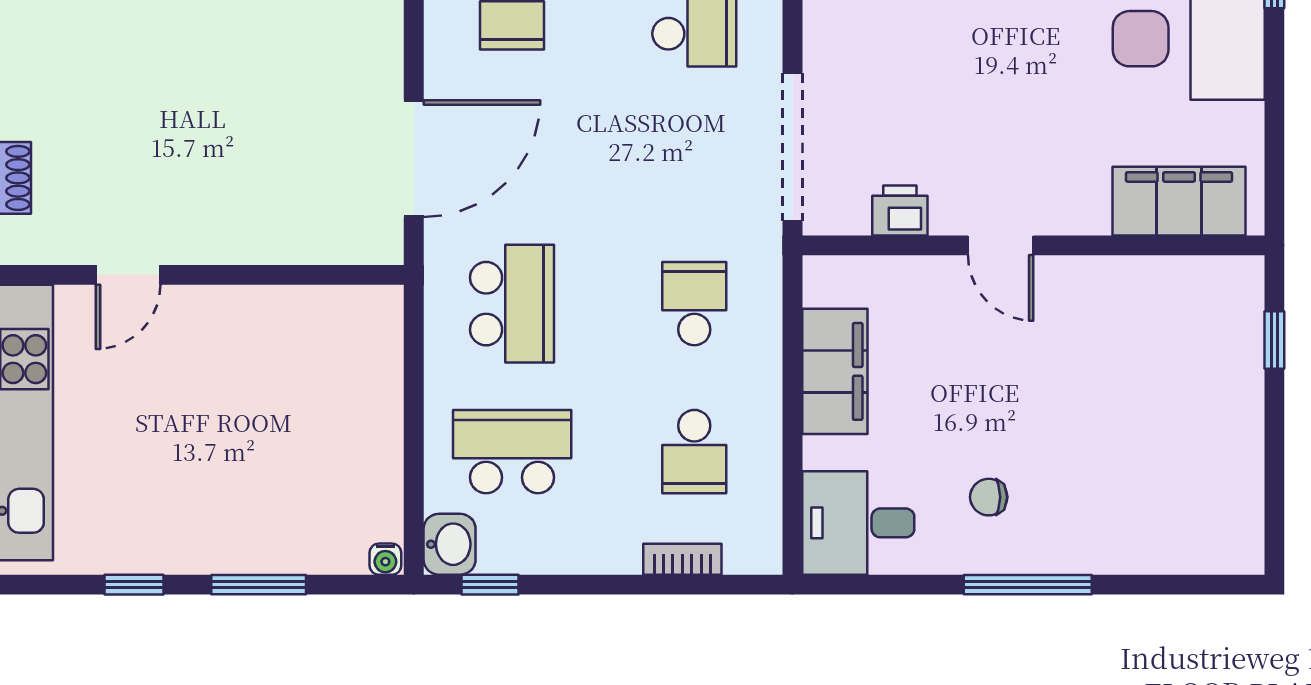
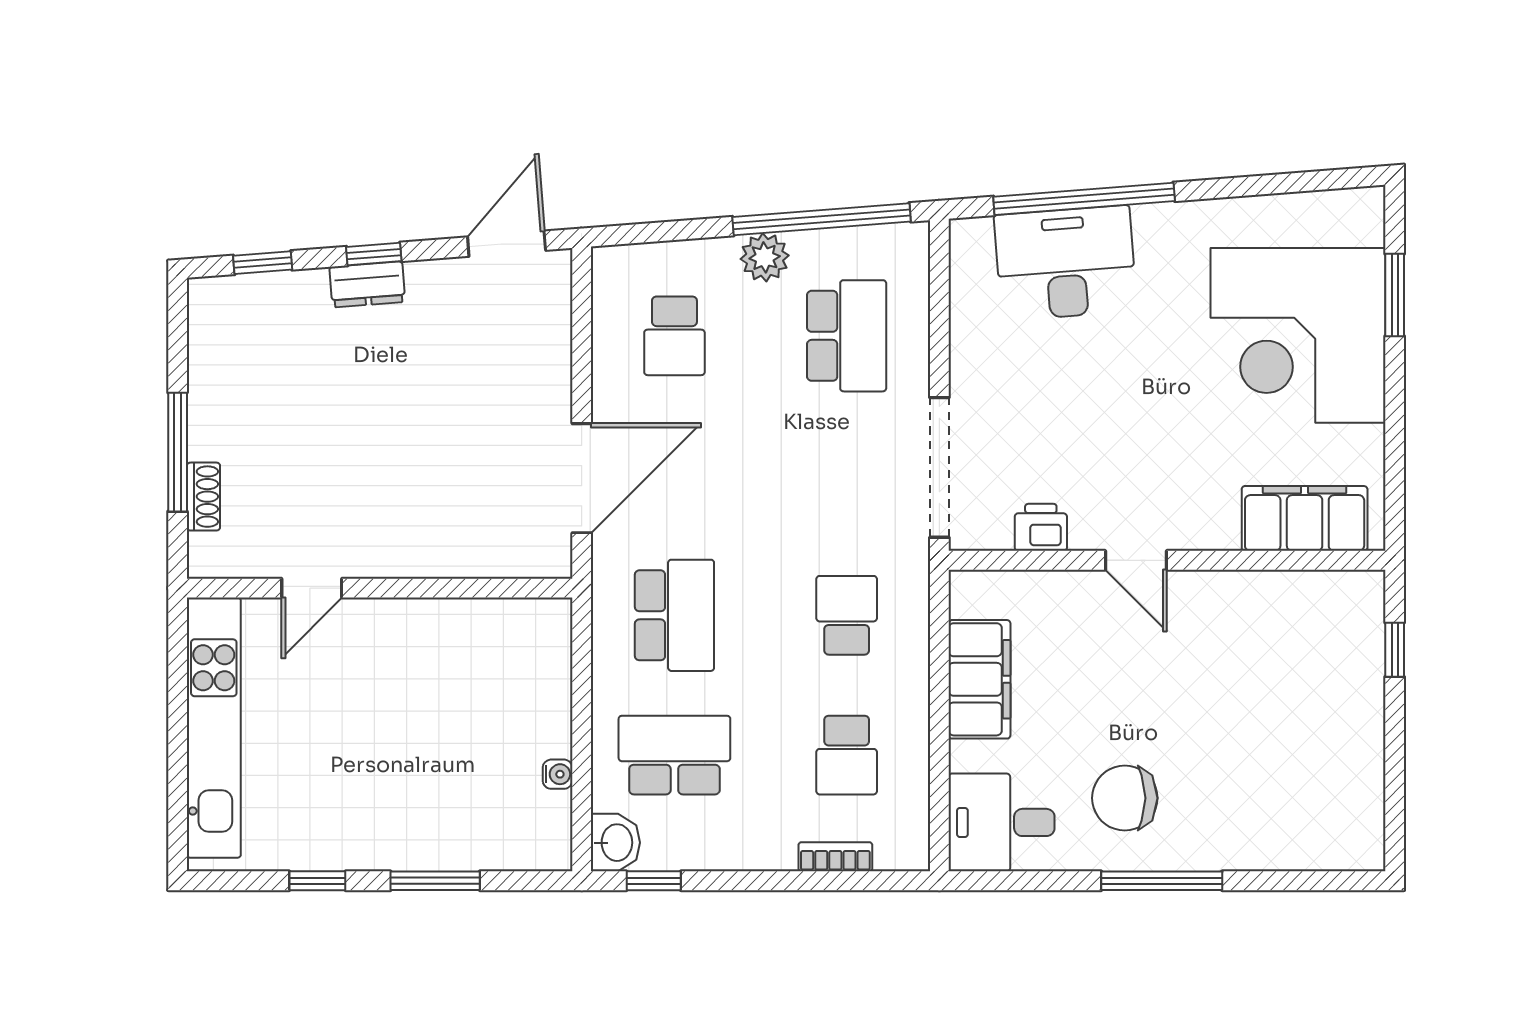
chair: (989, 497) -> (1125, 798), width x1.87, depth x1.87
water cooler: (385, 559) -> (558, 774), moved, turned -90

